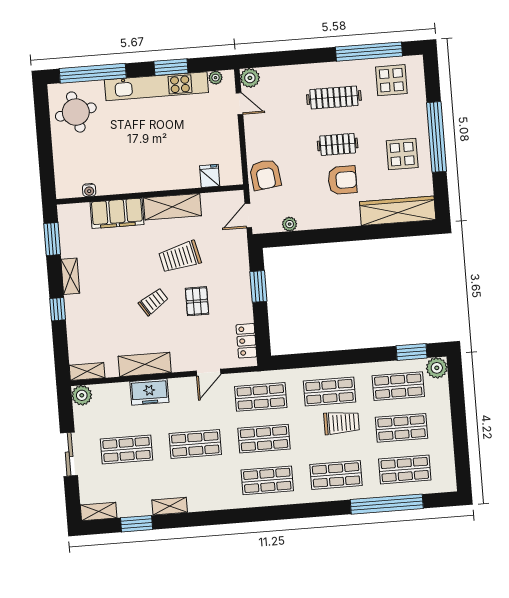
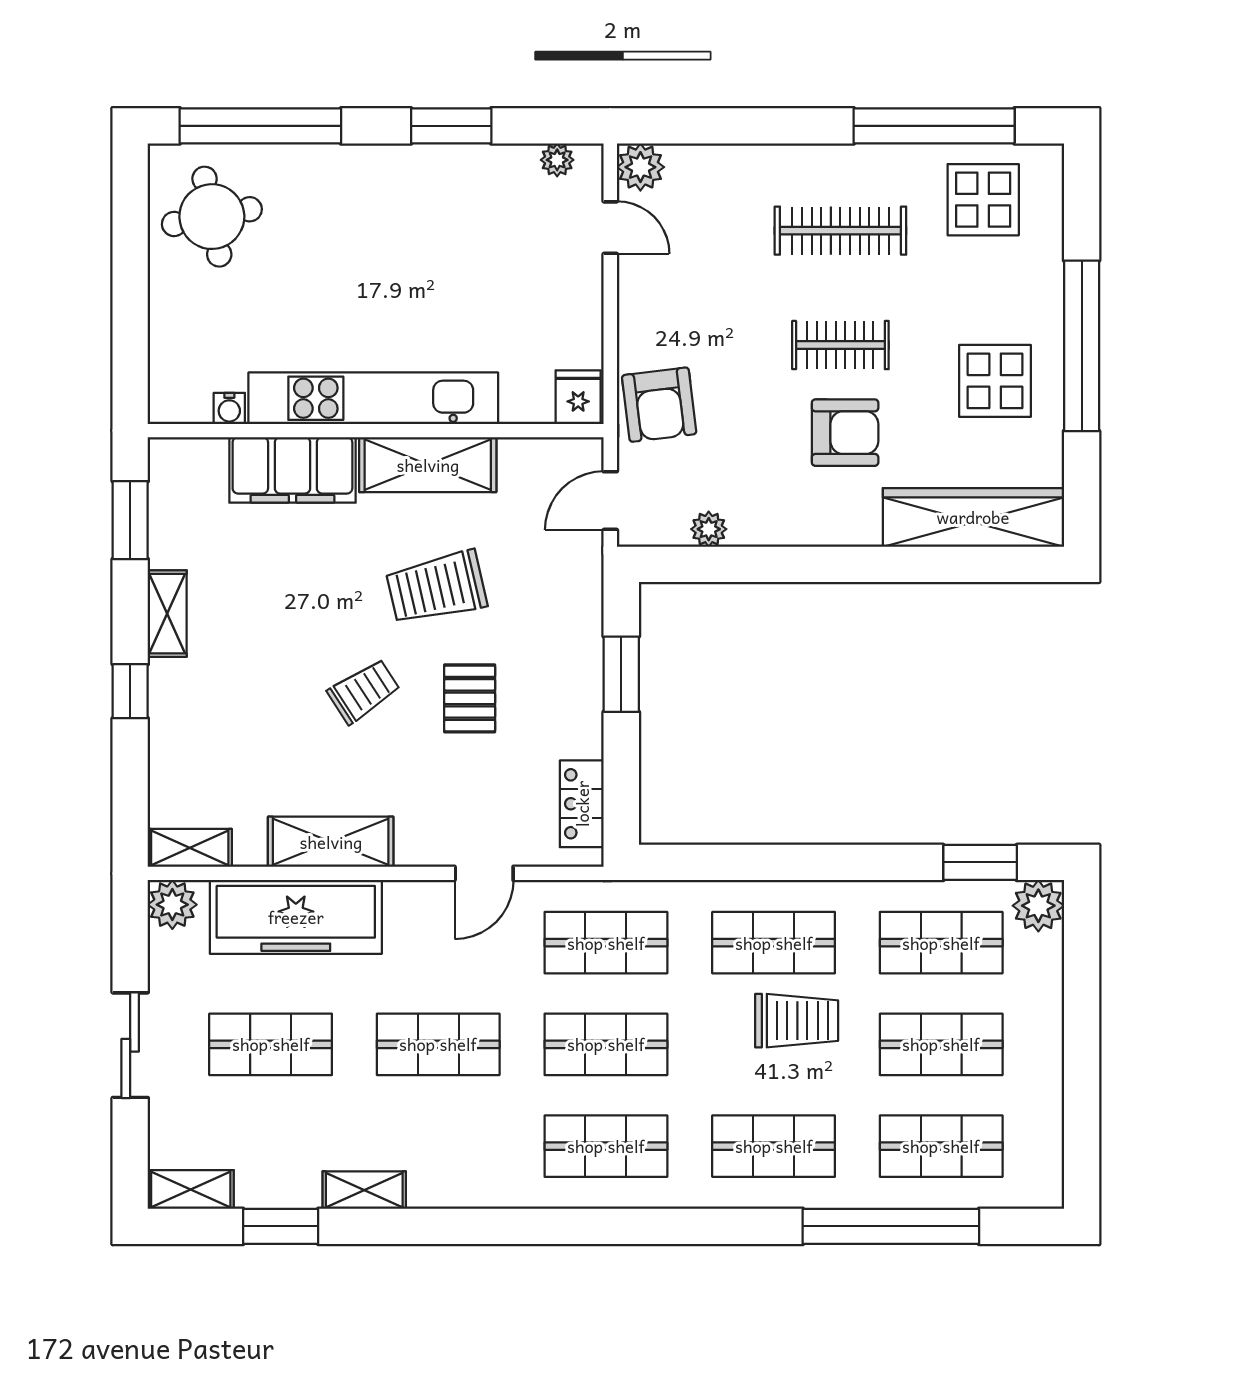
kitchen unit: (156, 86) -> (373, 398), moved, turned 180
fridge: (210, 176) -> (578, 397), moved
freezer: (149, 392) -> (296, 917), width x1.91, depth x1.26

